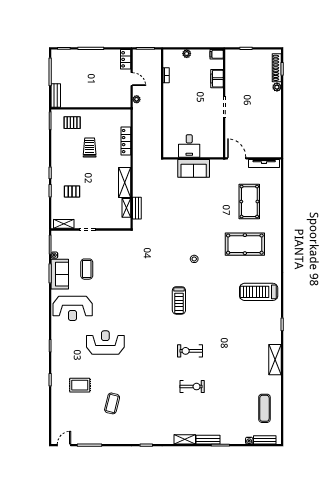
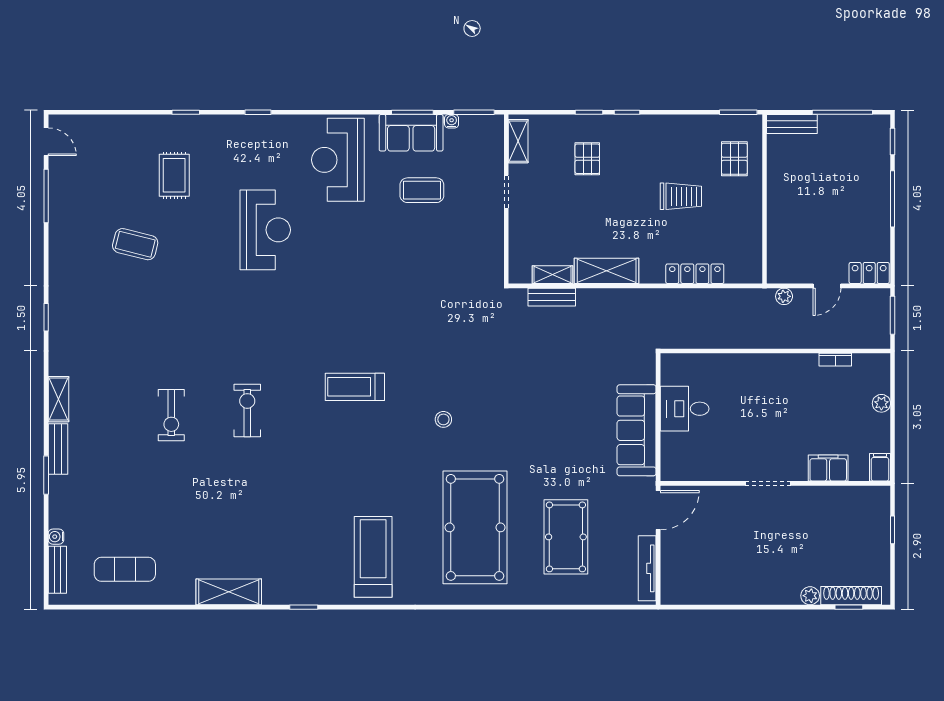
sofa: (194, 168) -> (637, 430), width x1.36
pool table: (249, 202) -> (566, 537), turned 90
pool table: (245, 244) -> (475, 527), width x1.36, depth x1.32

